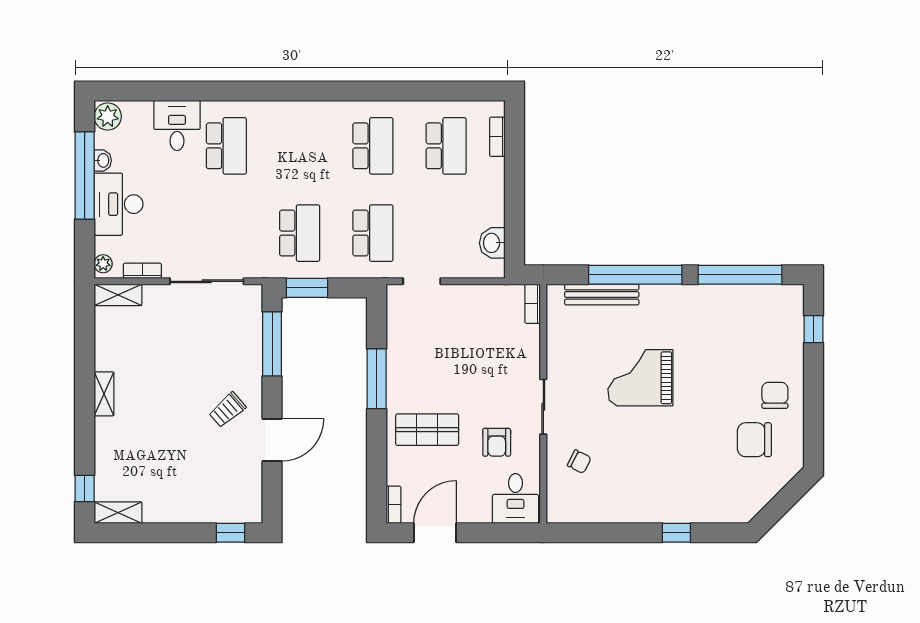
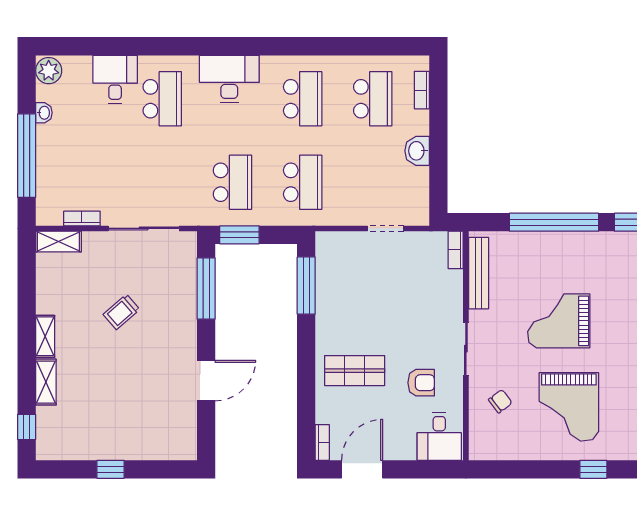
window: (85, 175) -> (27, 156), moved
desk: (119, 204) -> (229, 79), moved, turned 90
washbasin: (492, 243) -> (417, 151), moved
plant: (103, 264) -> (44, 212), removed
doorway: (422, 281) -> (385, 228), moved
bench: (602, 295) -> (479, 273), moved, turned 90
window: (377, 379) -> (306, 286), moved
trolley: (227, 410) -> (121, 312), moved
armchair: (497, 442) -> (421, 383), turned -90
chair: (579, 462) -> (500, 401), turned -64
grand piano: (651, 467) -> (569, 407), added
shelving: (118, 513) -> (46, 382), moved, turned 90
window: (230, 533) -> (111, 469), moved

